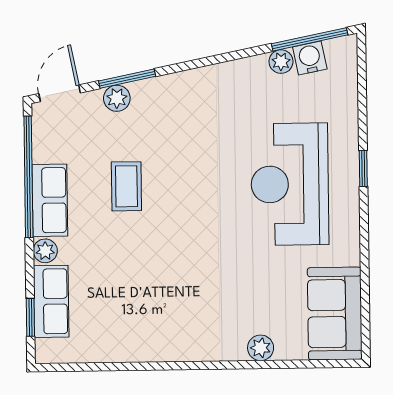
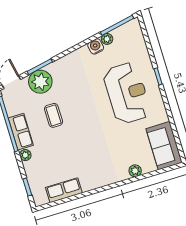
water cooler: (310, 58) -> (96, 46), moved
plant: (117, 98) -> (40, 82), width x1.88, depth x1.88
reception desk: (290, 184) -> (127, 93), turned 180
row of seats: (51, 301) -> (64, 190), moved, turned -90

